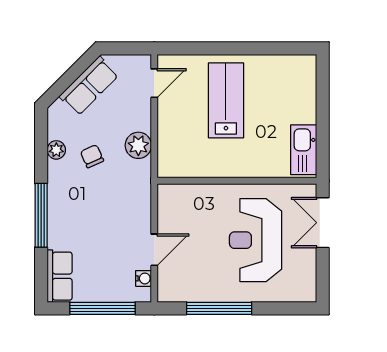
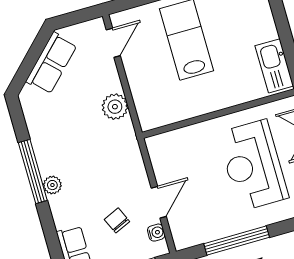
plant: (56, 150) -> (52, 185), moved
chair: (92, 156) -> (117, 220), moved
window: (41, 215) -> (33, 172), moved

